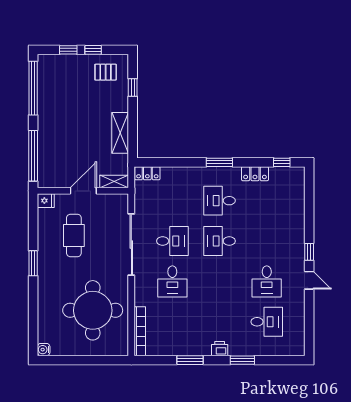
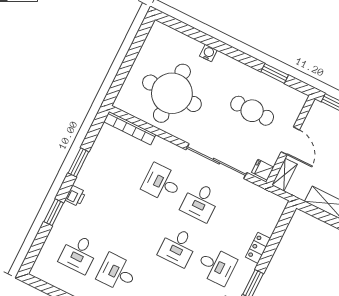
locker: (147, 173) -> (258, 248), moved
fridge: (46, 201) -> (263, 170), moved, turned 90
desk: (220, 201) -> (216, 266), turned 90
desk: (220, 241) -> (178, 247), turned 180
window: (33, 263) -> (275, 73), moved
water cooler: (44, 350) -> (208, 53), moved

